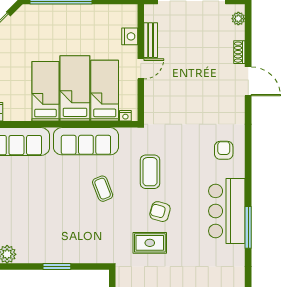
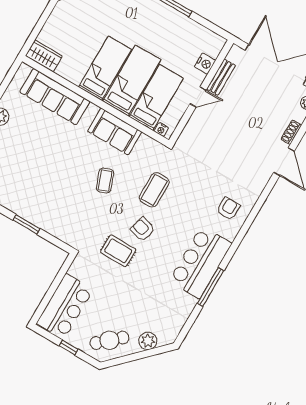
sofa: (86, 141) -> (115, 131), width x0.73

